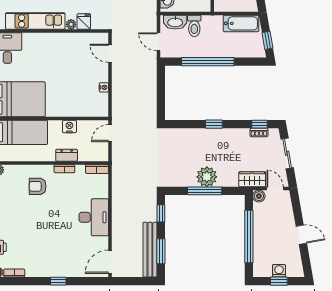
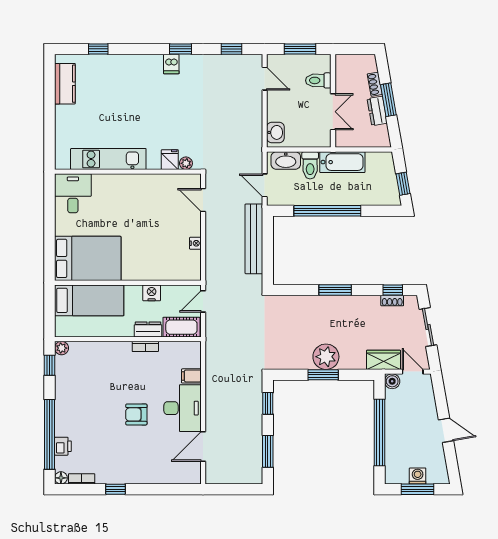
bathtub: (241, 23) -> (342, 162), moved
plant: (71, 24) -> (186, 163), moved
window: (214, 124) -> (335, 290), width x1.50
cot: (93, 153) -> (181, 327), added
bookcase: (97, 169) -> (187, 347), removed
armchair: (38, 186) -> (136, 414), moved
window: (205, 191) -> (323, 375), width x0.69
filing cabinet: (101, 192) -> (191, 376), added
bench: (150, 250) -> (254, 239), moved
door: (110, 262) -> (203, 447), moved
window: (58, 281) -> (116, 489), moved
window: (279, 281) -> (418, 489), width x1.50

